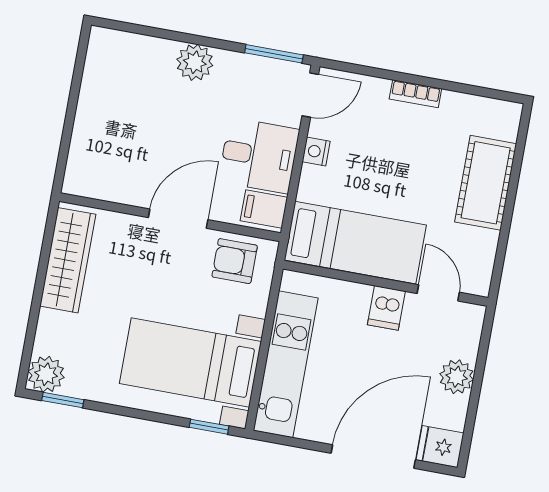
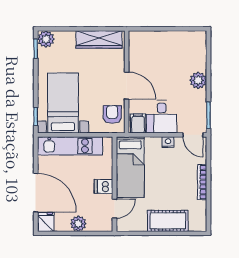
bookcase: (415, 94) -> (202, 182), width x1.56

